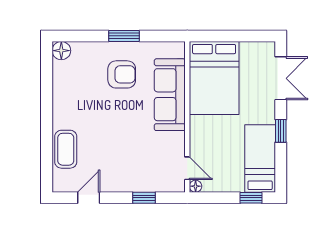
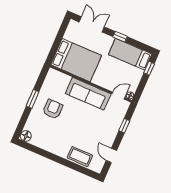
sofa: (170, 95) -> (88, 94), moved

